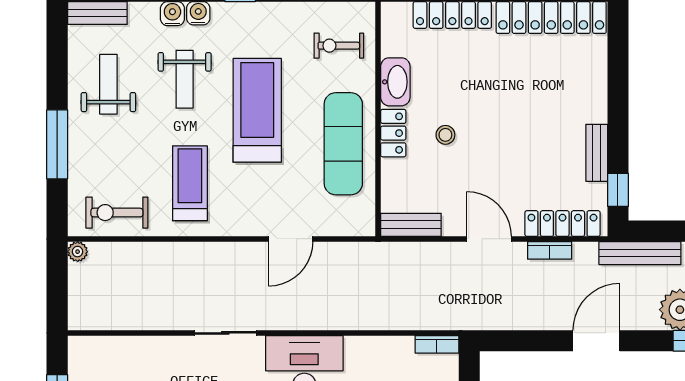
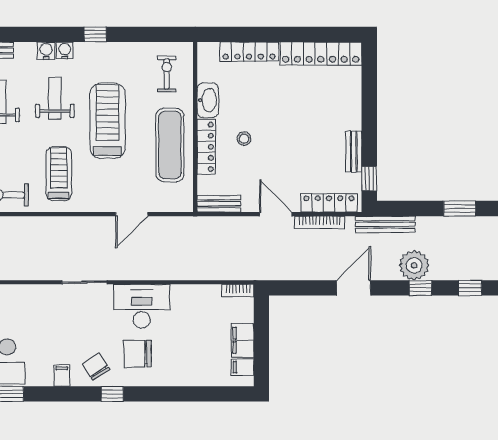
exercise bike: (339, 46) -> (167, 74), turned 90
weight bench: (185, 79) -> (55, 98), turned 180
locker: (393, 133) -> (206, 147), width x1.53
bookcase: (550, 250) -> (320, 222), width x1.56

